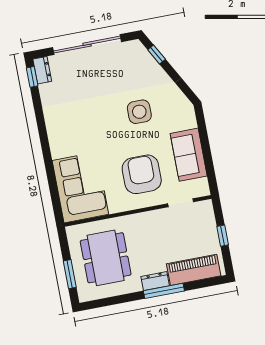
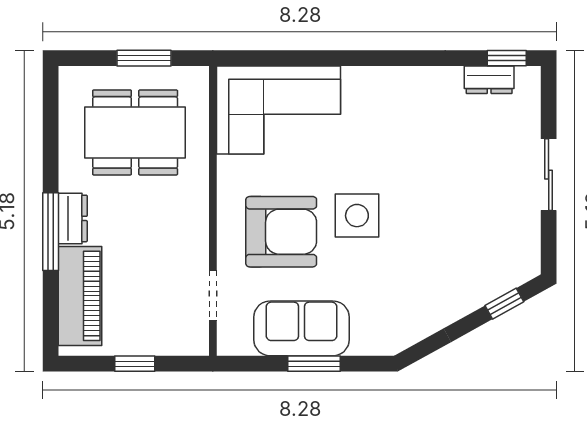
sliding door: (87, 45) -> (549, 175), width x0.54
dresser: (42, 70) -> (489, 80), moved
side table: (139, 112) -> (357, 216), moved
window: (205, 145) -> (314, 364), added
window: (70, 274) -> (144, 58), moved

